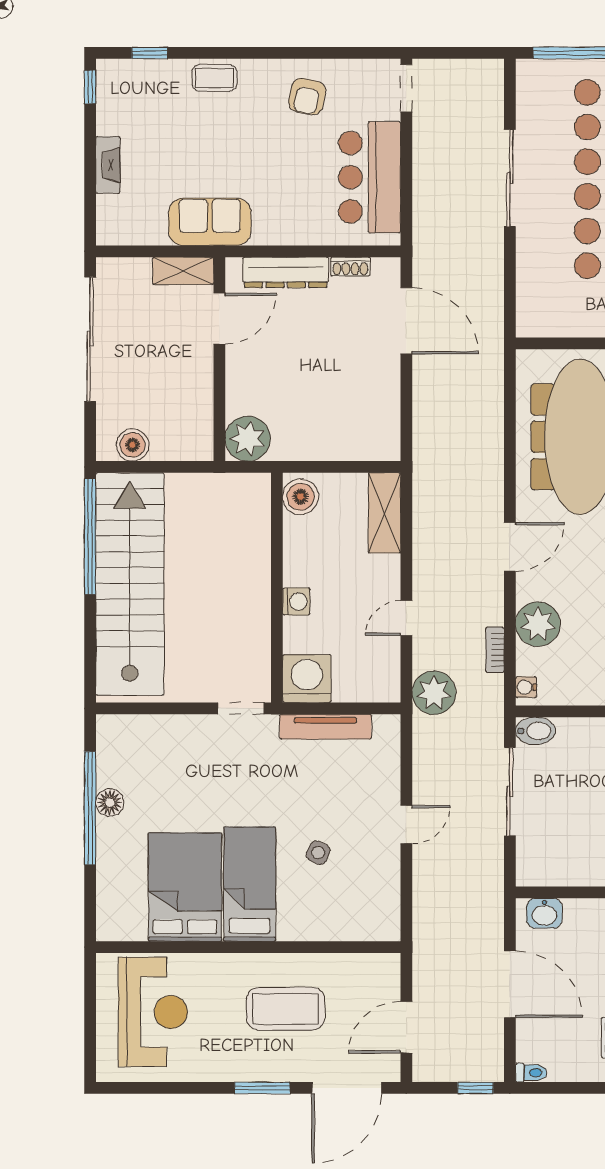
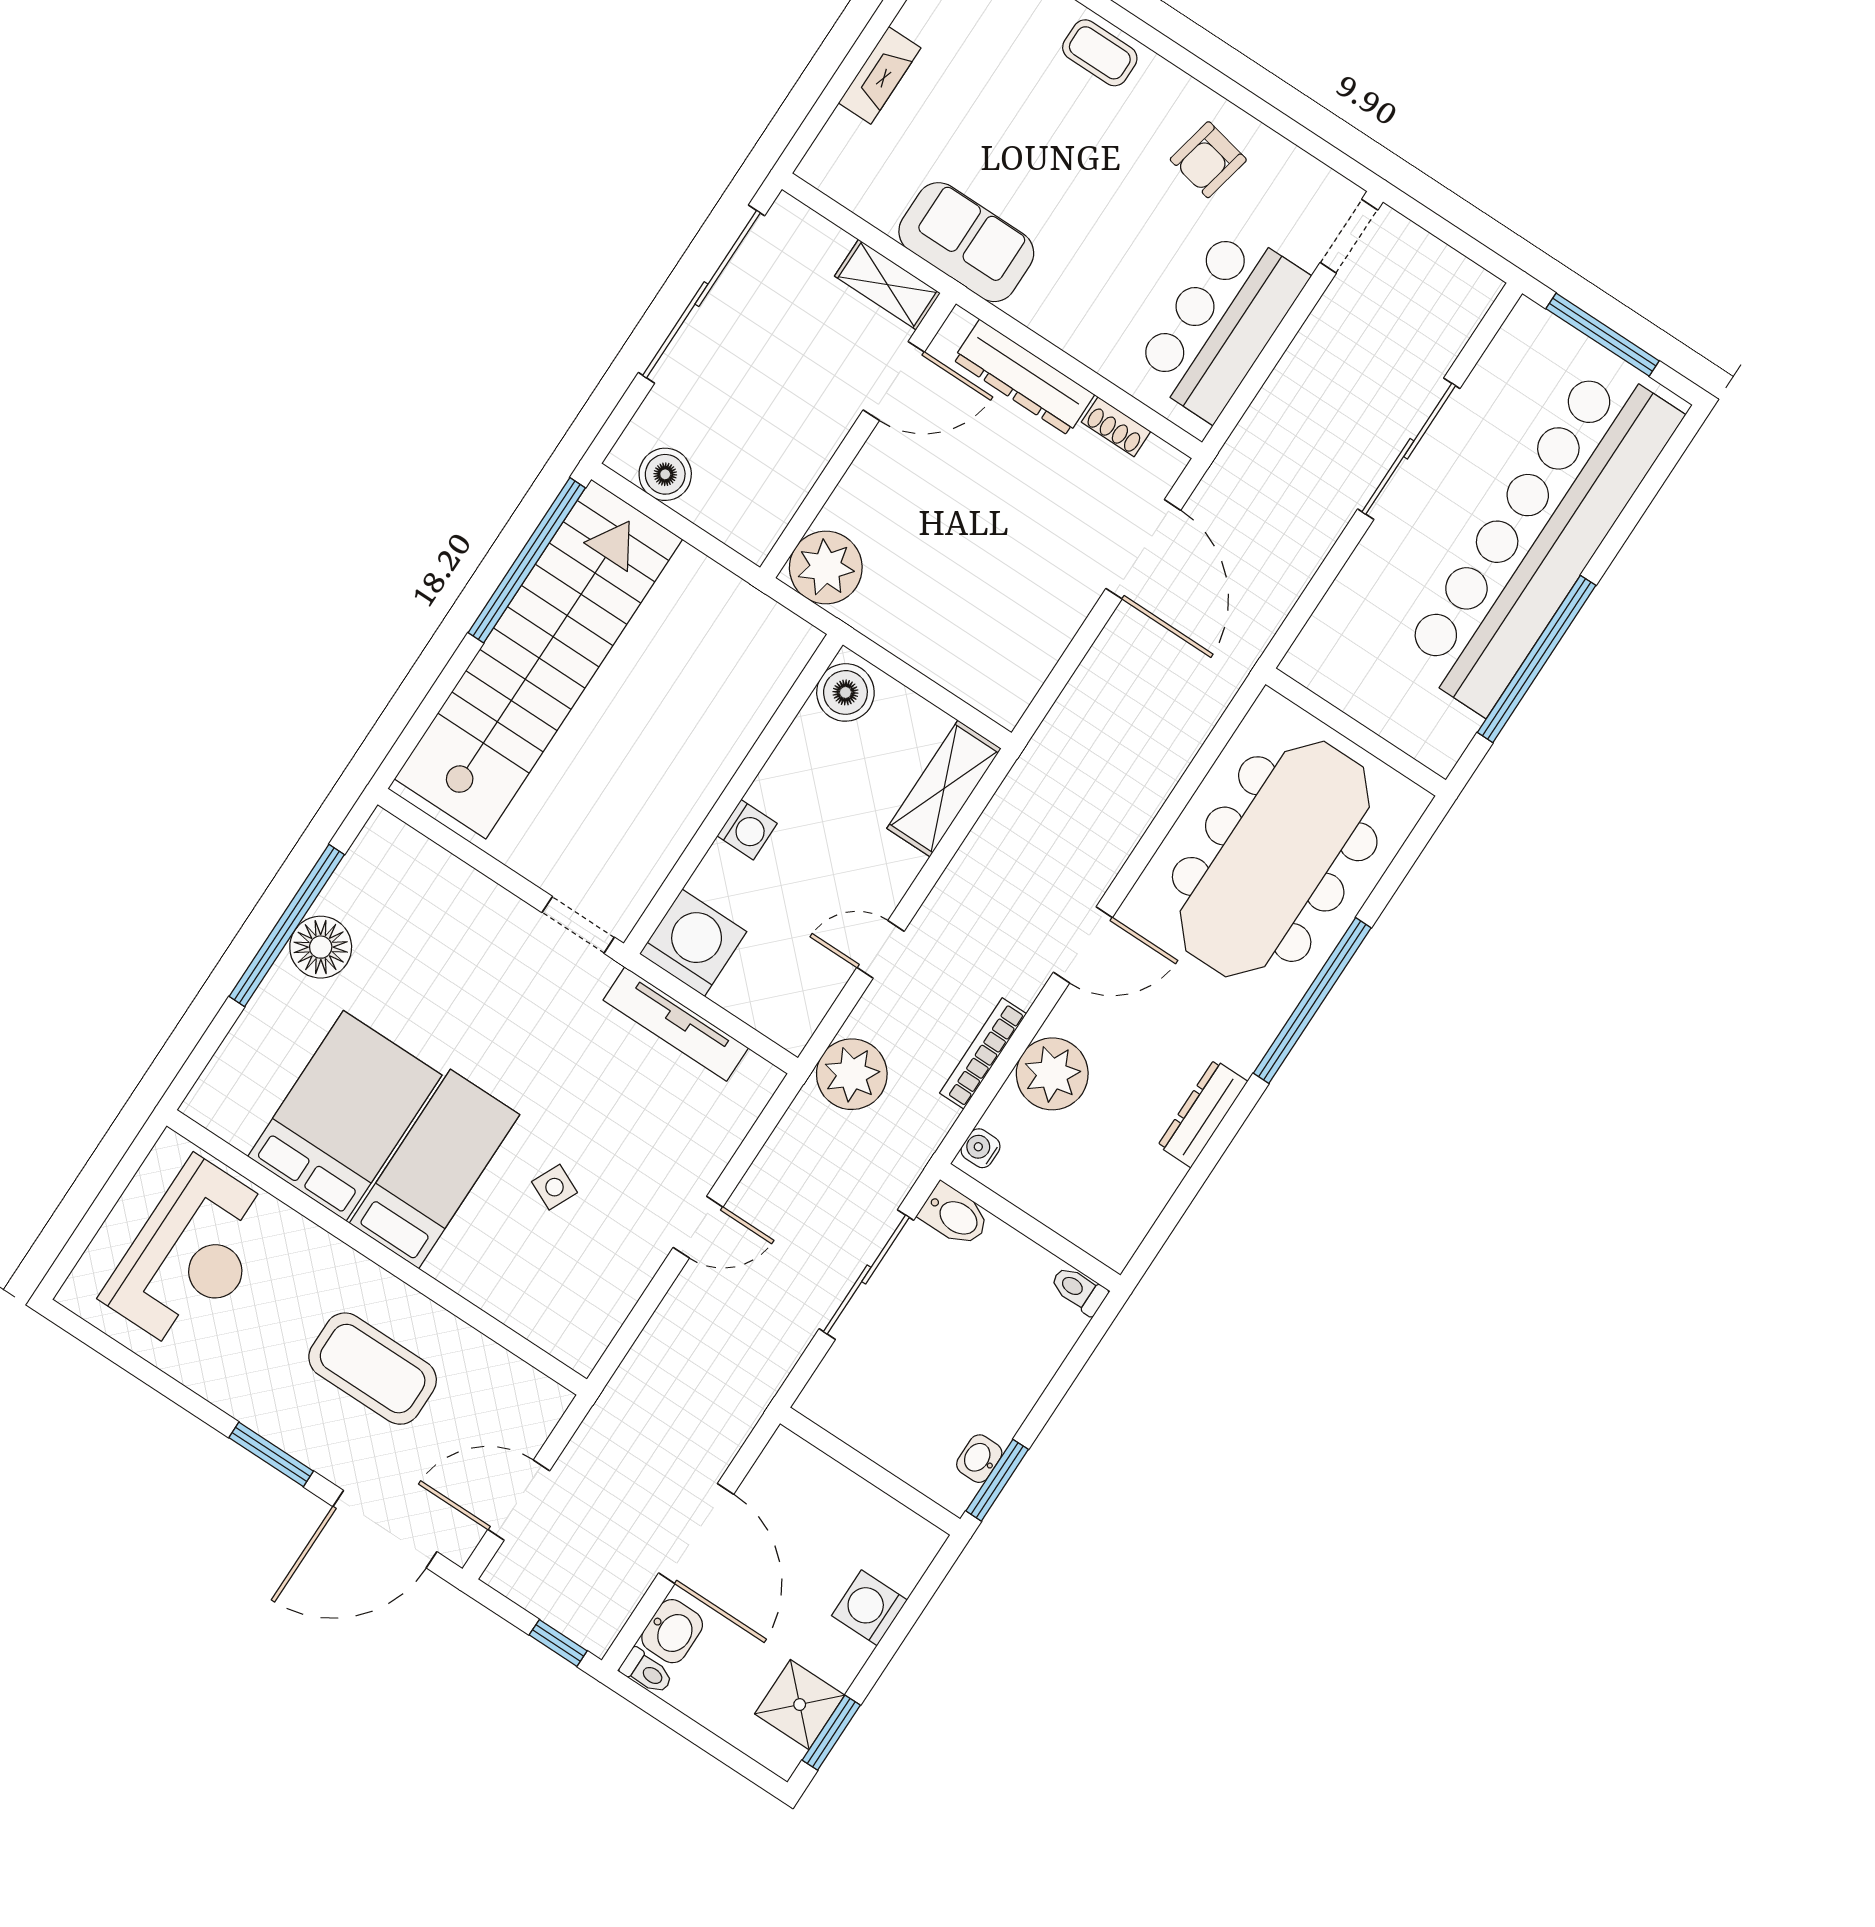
bookcase: (495, 650) -> (983, 1053), width x1.56
floor lamp: (110, 803) -> (321, 947), width x1.38, depth x1.38
washbasin: (544, 913) -> (672, 1631), moved, turned -90

